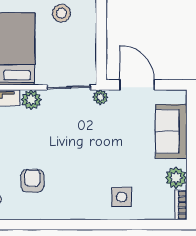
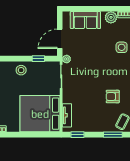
stool: (61, 13) -> (21, 70), moved
window: (101, 46) -> (38, 59), added
plant: (31, 100) -> (68, 97), removed

